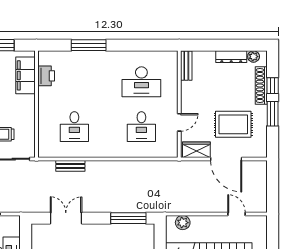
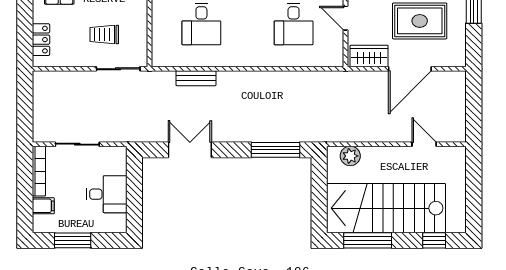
door: (179, 122) -> (346, 18), swing flipped
door: (226, 159) -> (410, 69), hinge flipped

